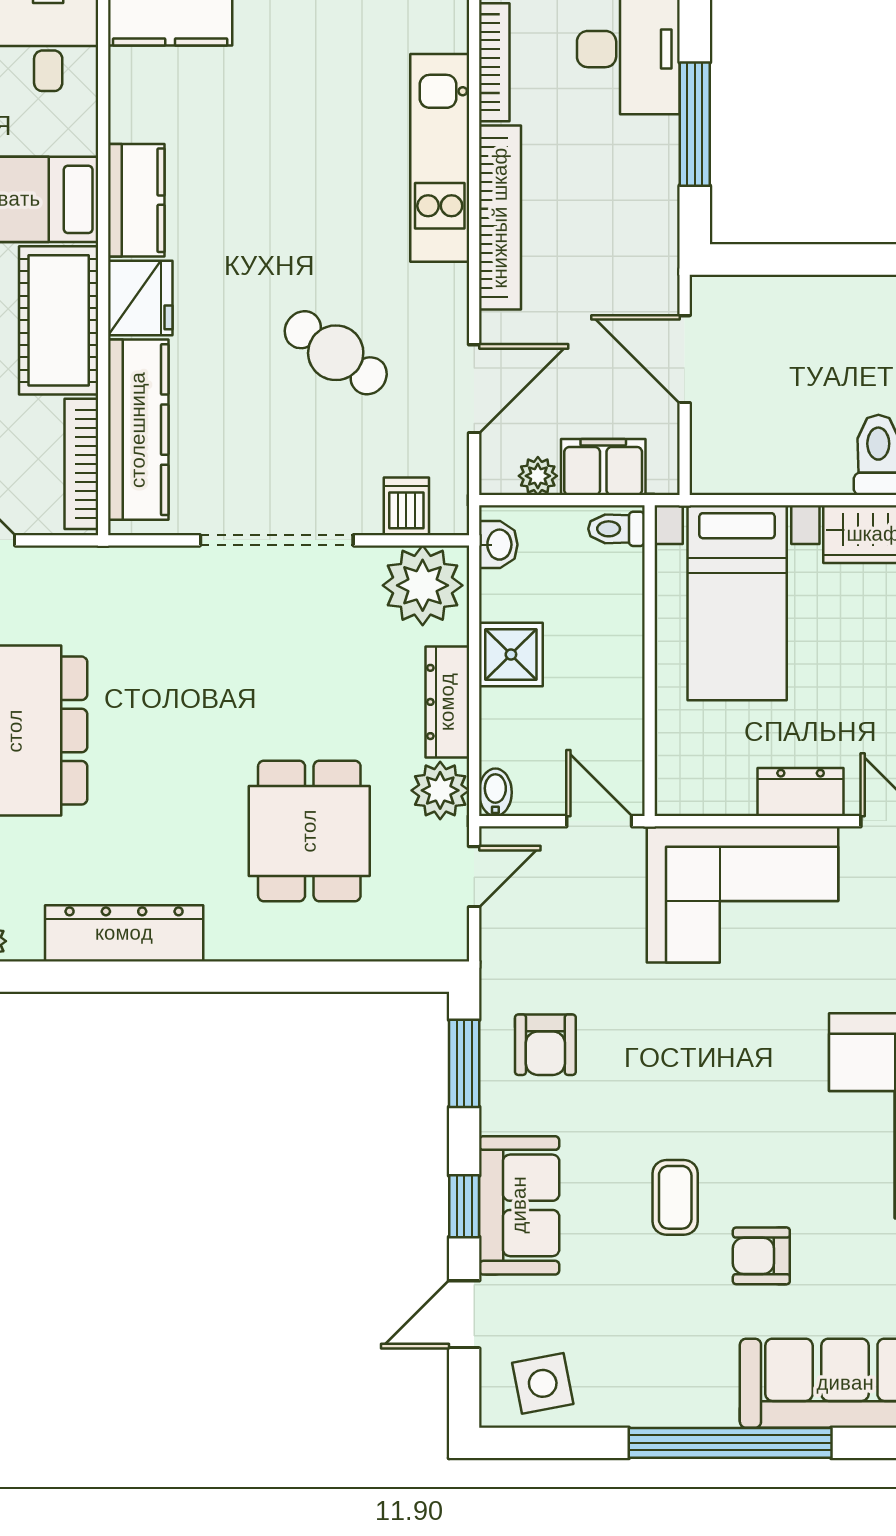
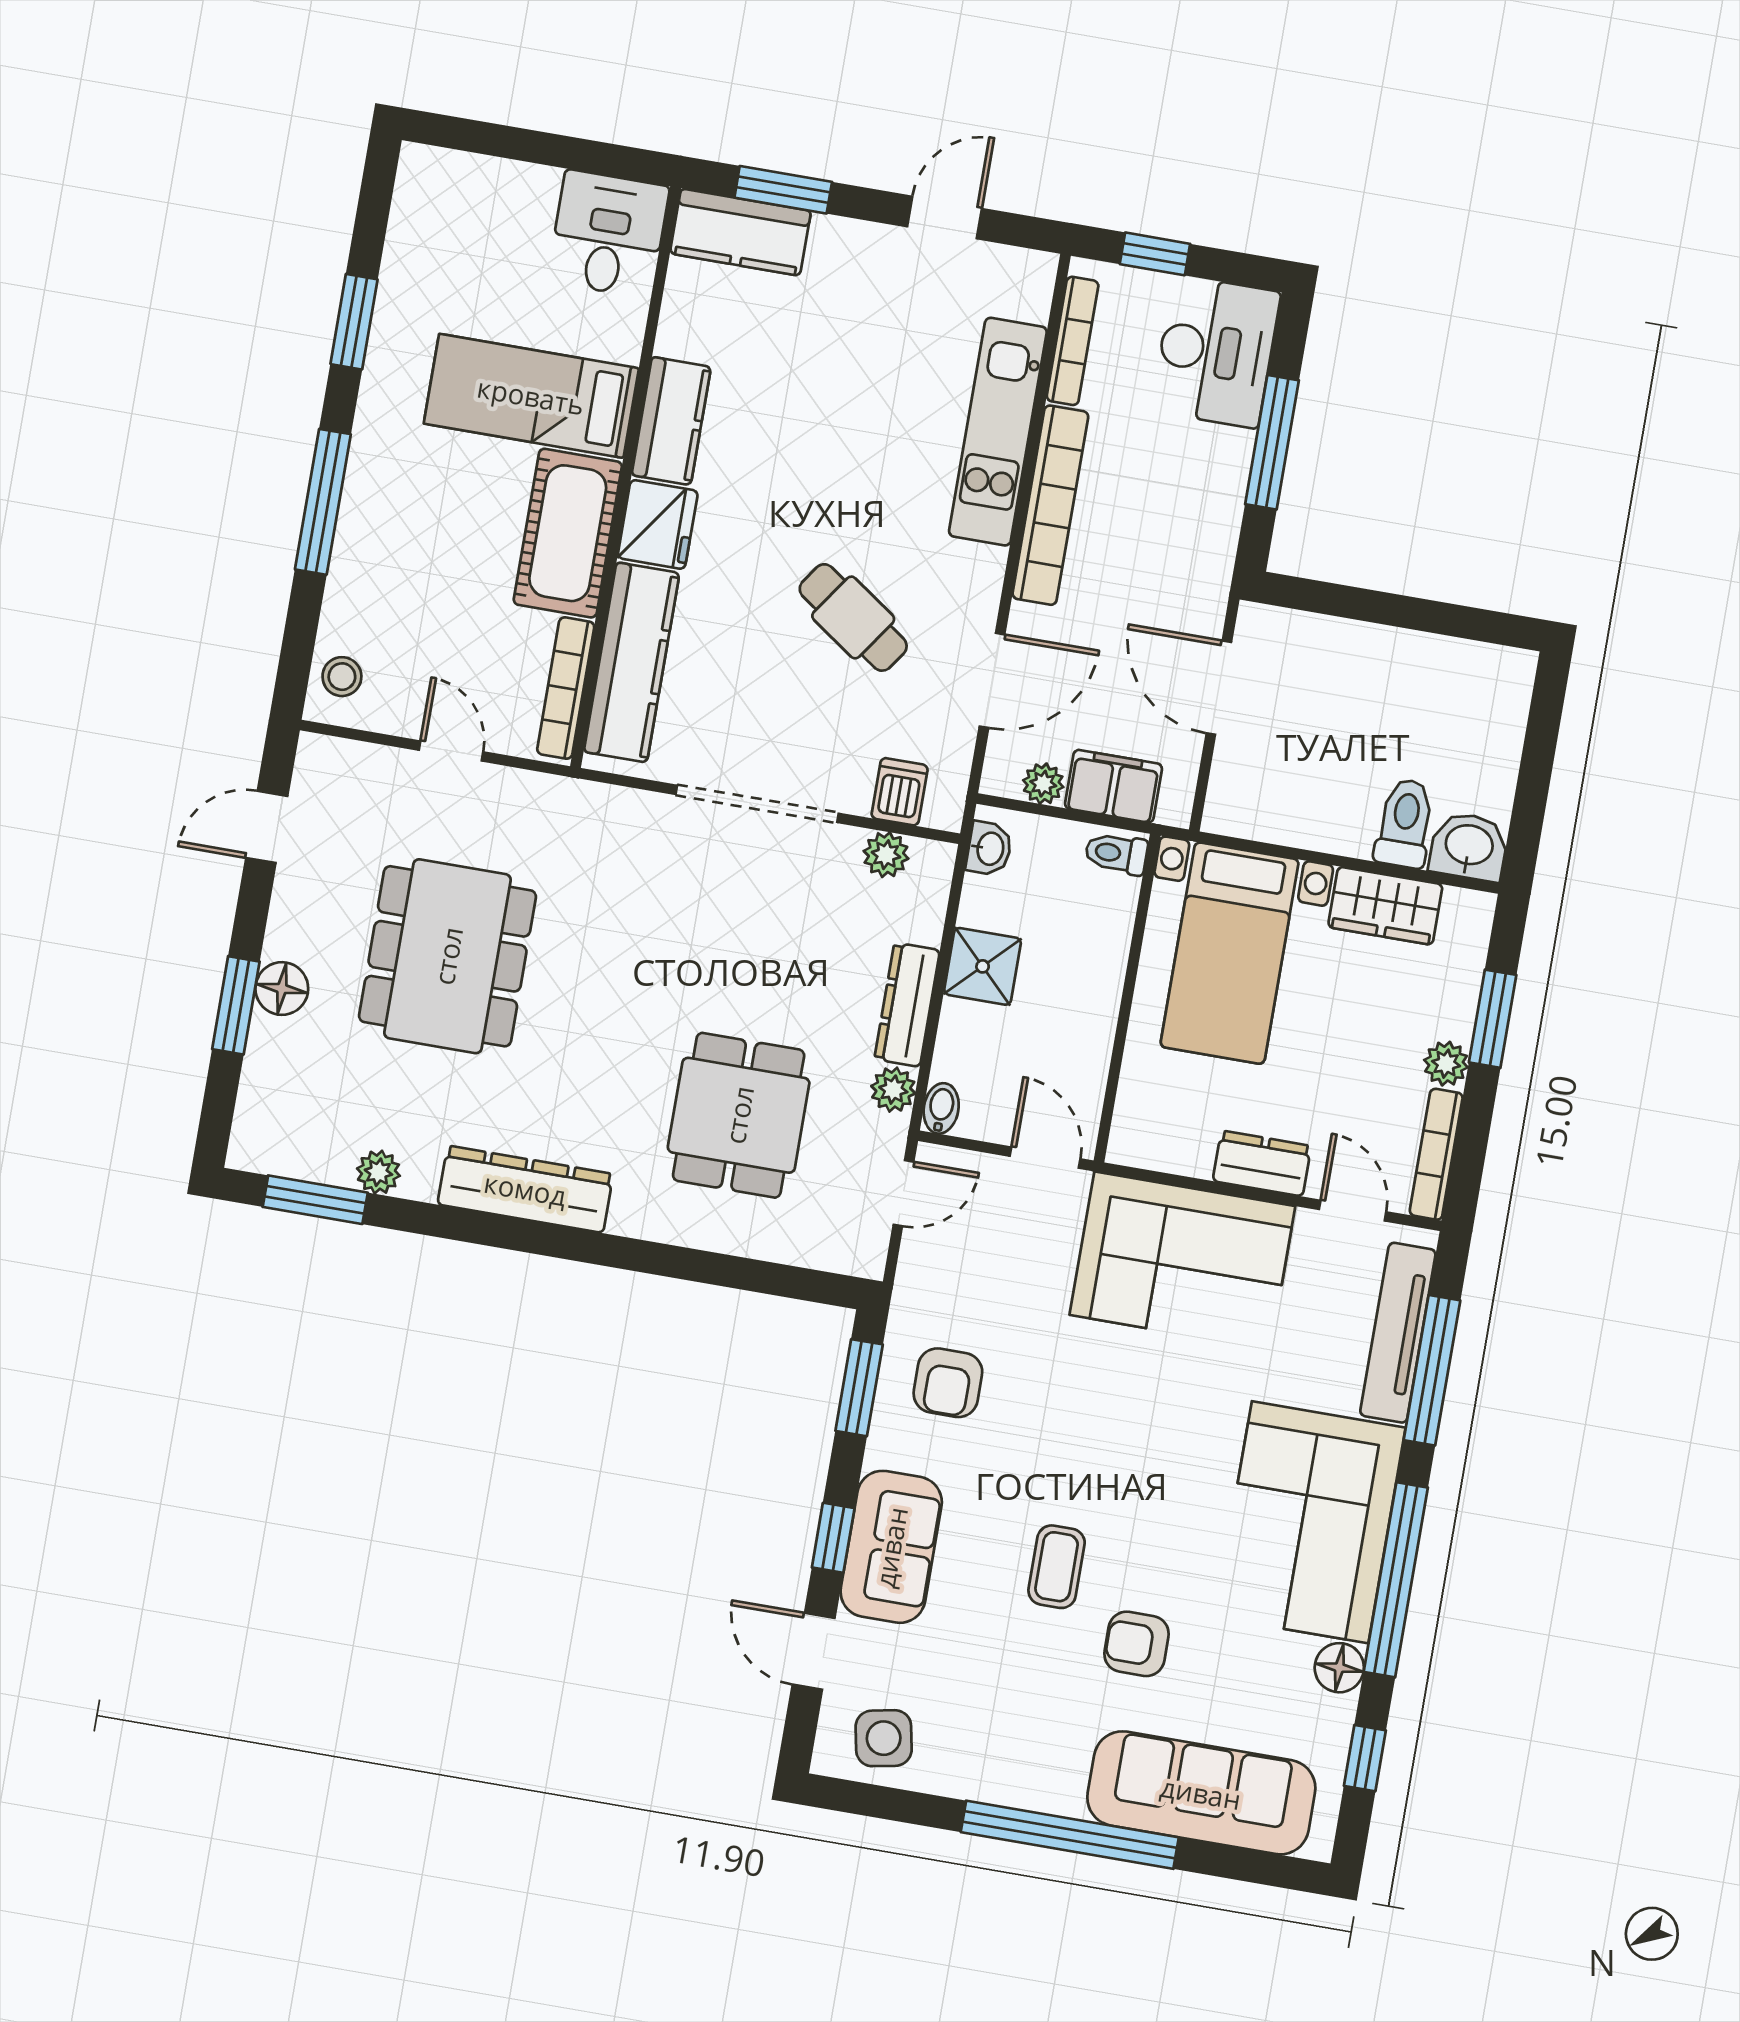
plant: (423, 585) -> (886, 855), width x0.53, depth x0.53
plant: (440, 790) -> (893, 1090), width x0.73, depth x0.73
door: (464, 1314) -> (814, 1651), hinge flipped

